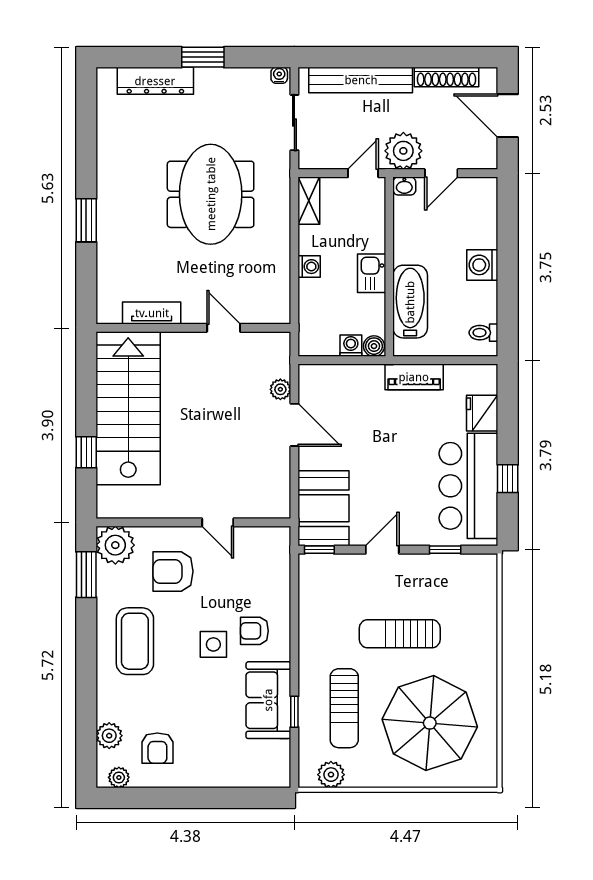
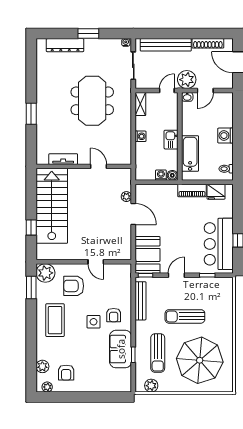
fridge: (482, 413) -> (216, 192), moved, turned -90
bench: (309, 602) -> (141, 301), added
armchair: (254, 631) -> (114, 315), turned -90

